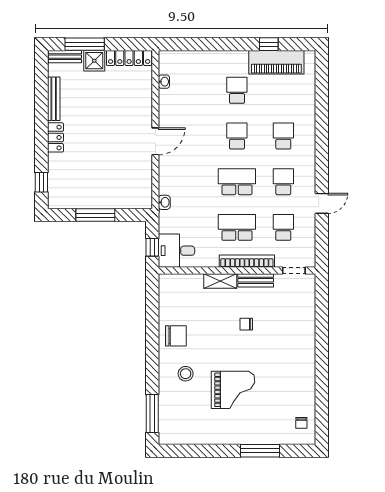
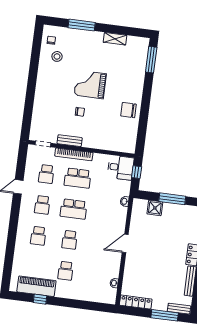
shower: (94, 61) -> (155, 208), moved
shelving: (220, 281) -> (115, 39), moved
stool: (186, 374) -> (57, 56), moved
grand piano: (233, 390) -> (90, 84), moved

